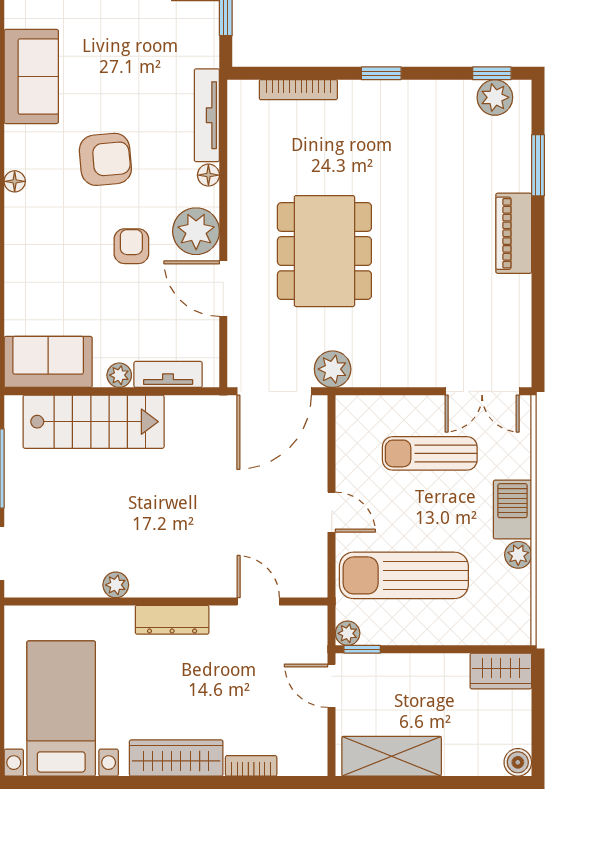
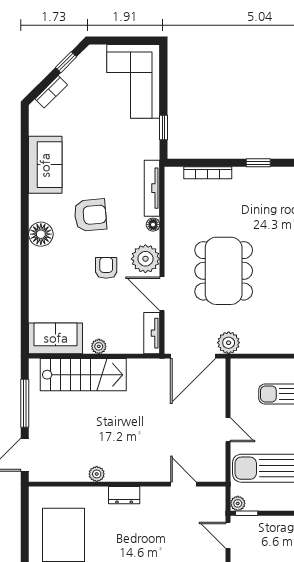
floor lamp: (15, 181) -> (41, 234), width x1.89, depth x1.89
tv unit: (168, 374) -> (152, 333), moved, turned -90
dresser: (172, 620) -> (124, 495), width x0.70

